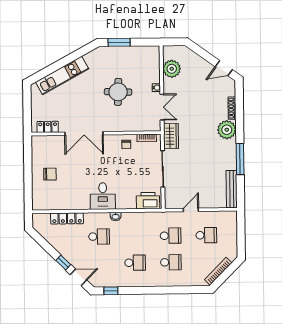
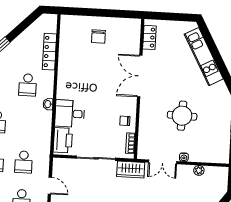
plant: (172, 69) -> (199, 170), width x0.53, depth x0.53
desk: (103, 196) -> (70, 114), moved

